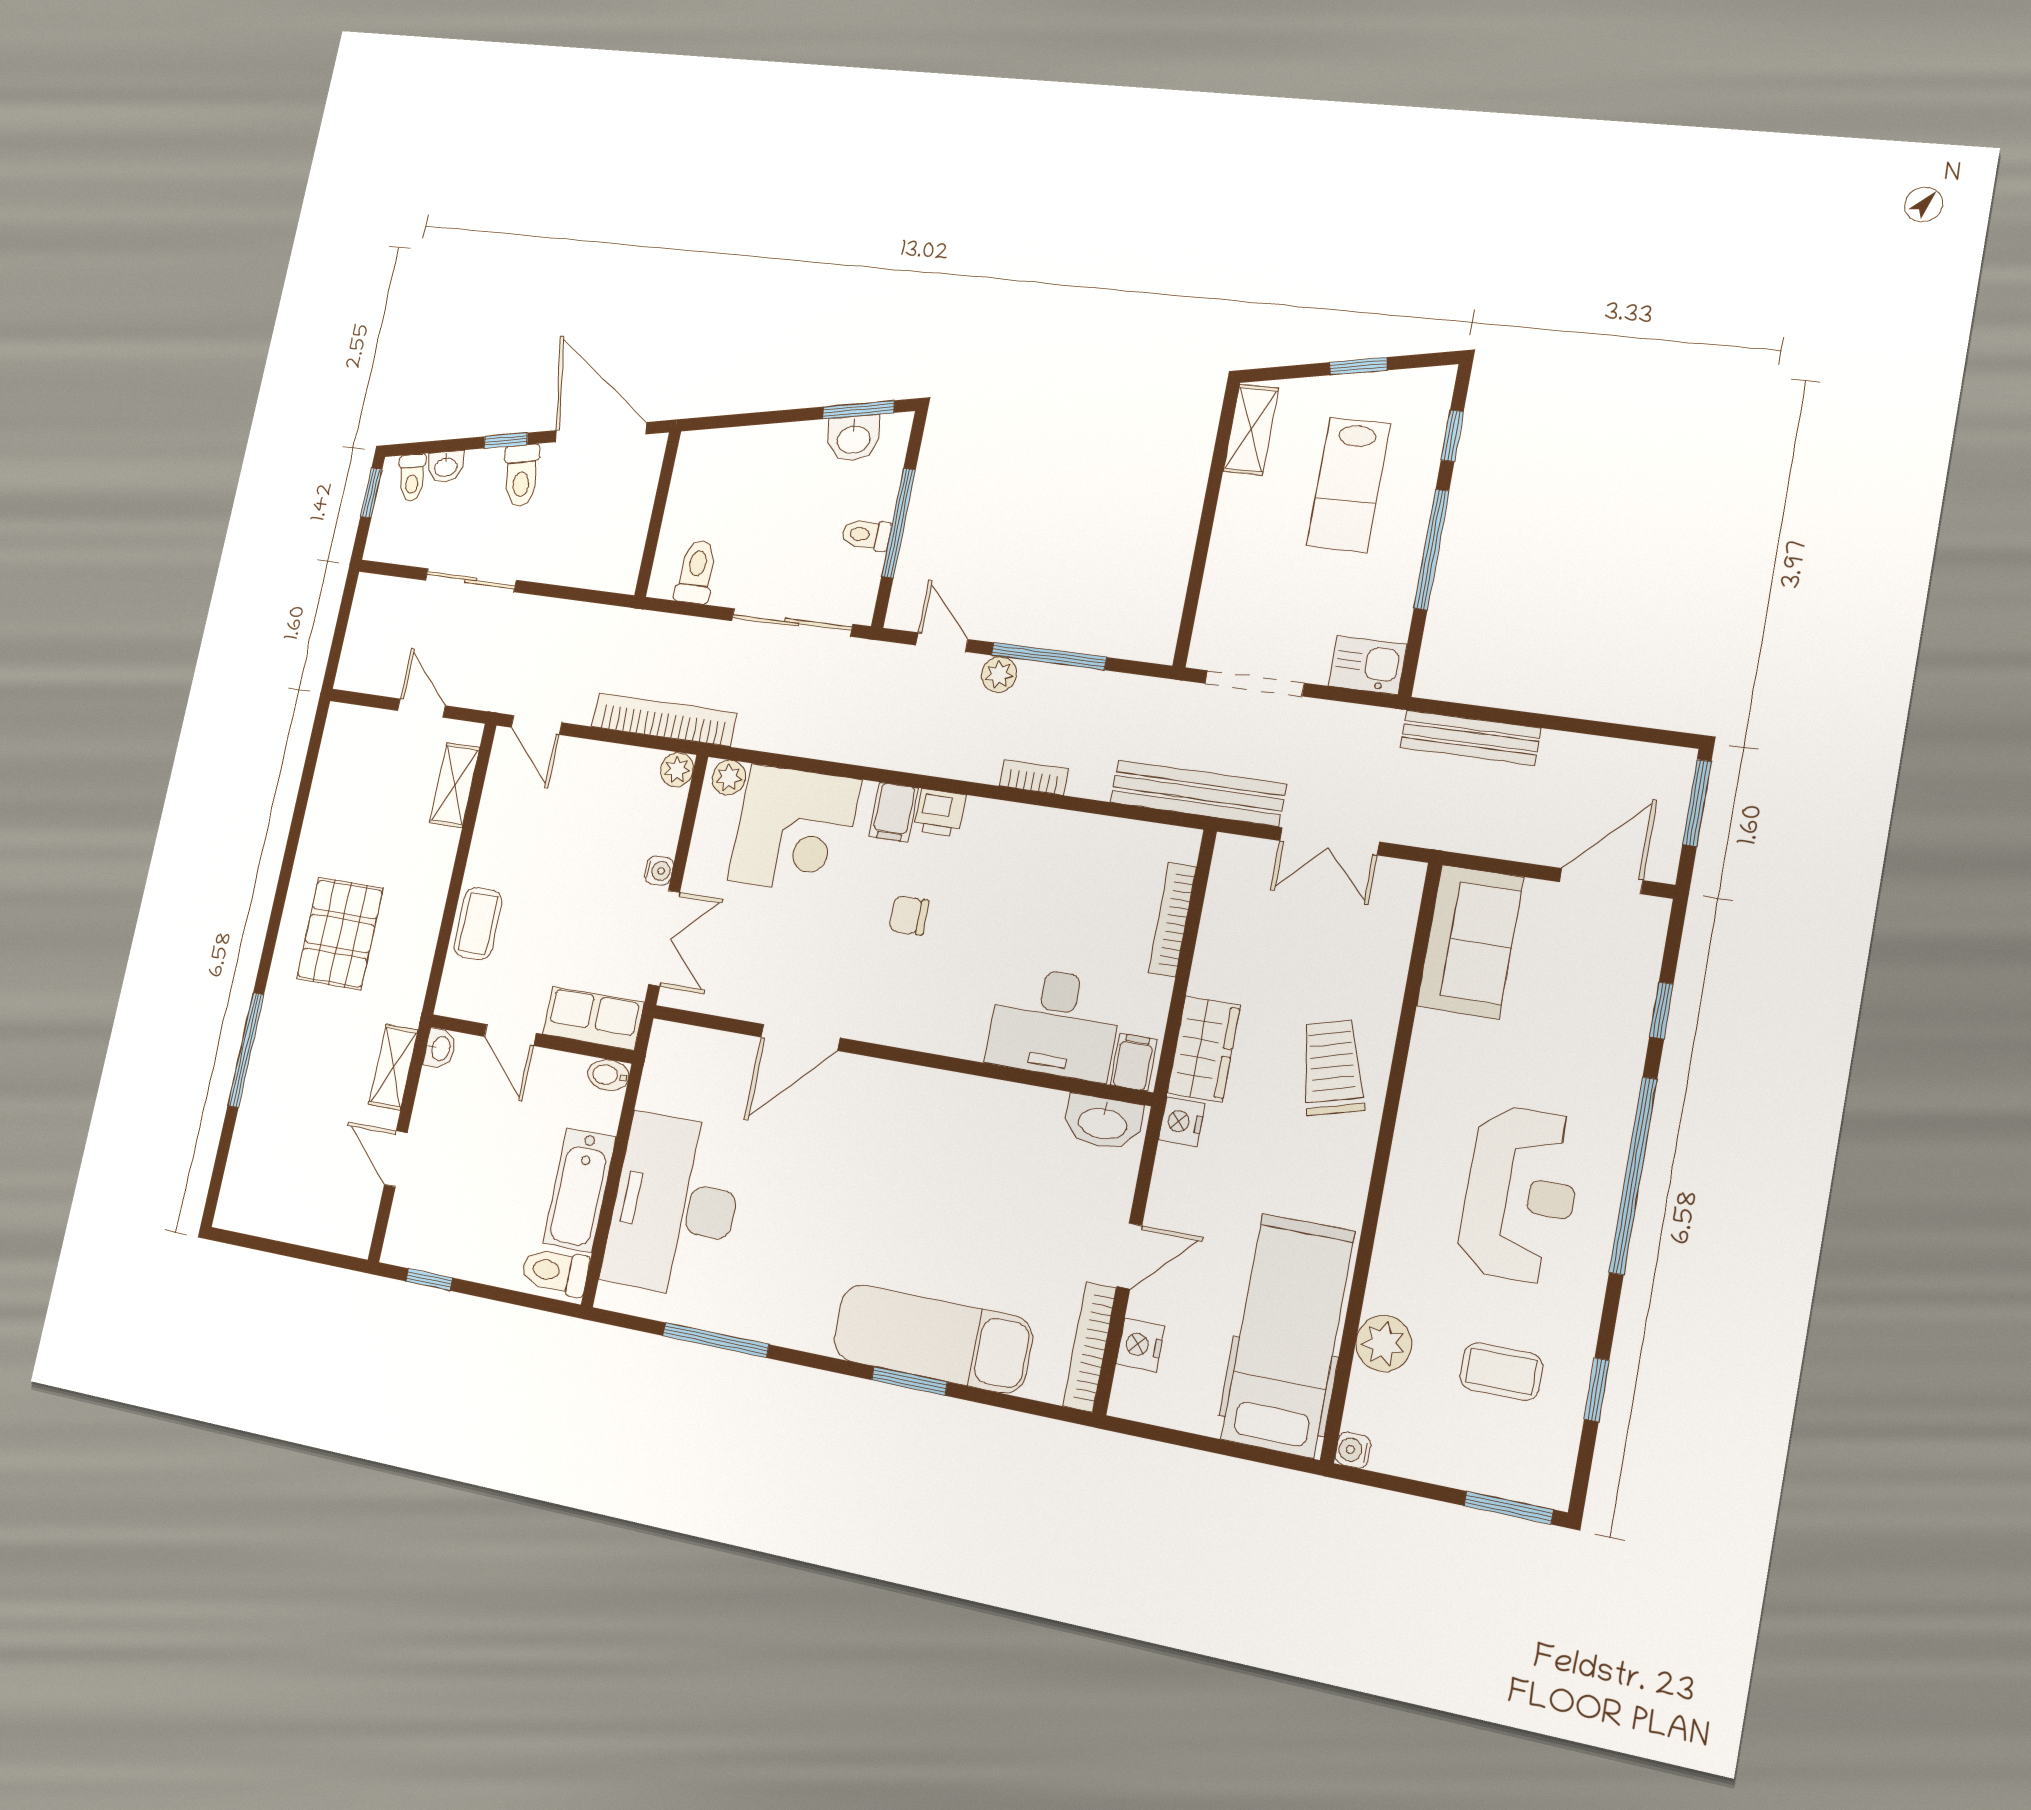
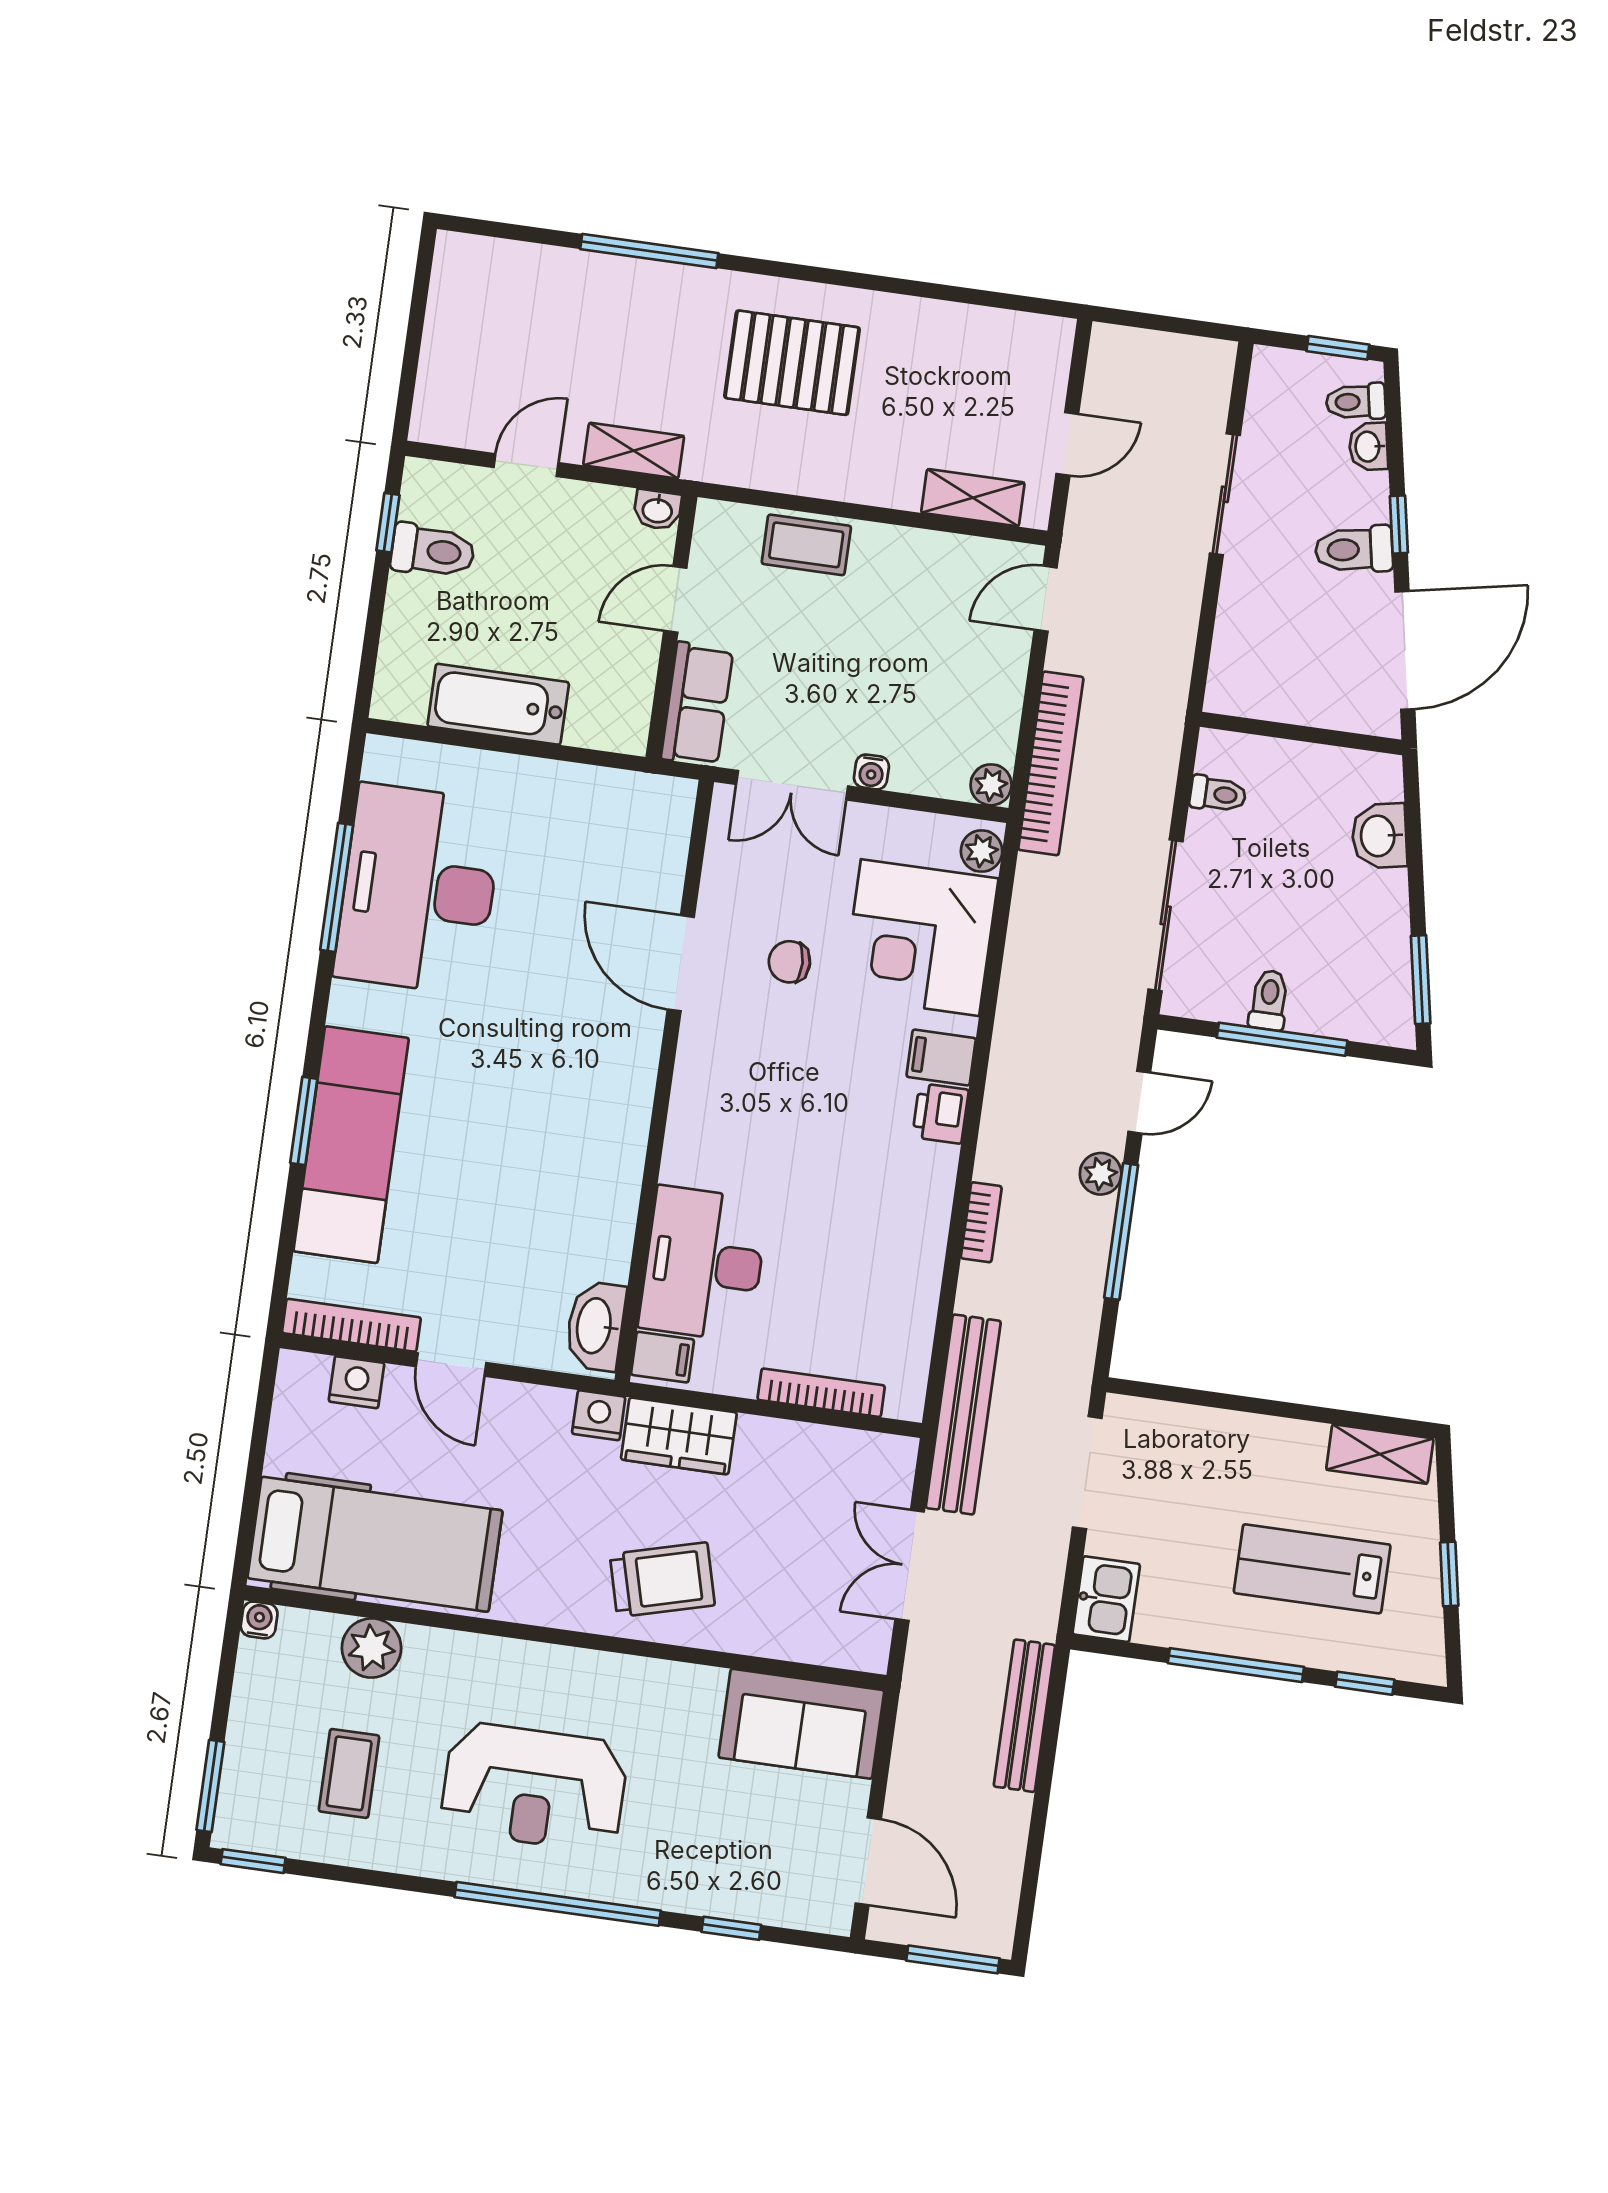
washbasin: (854, 438) -> (1379, 836), moved
toilet: (696, 572) -> (1218, 794), width x0.73, depth x0.72
chair: (909, 915) -> (789, 962), moved, turned -92
bidet: (608, 1075) -> (632, 729), removed
desk: (674, 1206) -> (419, 889), moved, turned -90
toilet: (555, 1271) -> (433, 551), moved, turned 90
window: (1597, 1390) -> (253, 1861), moved

